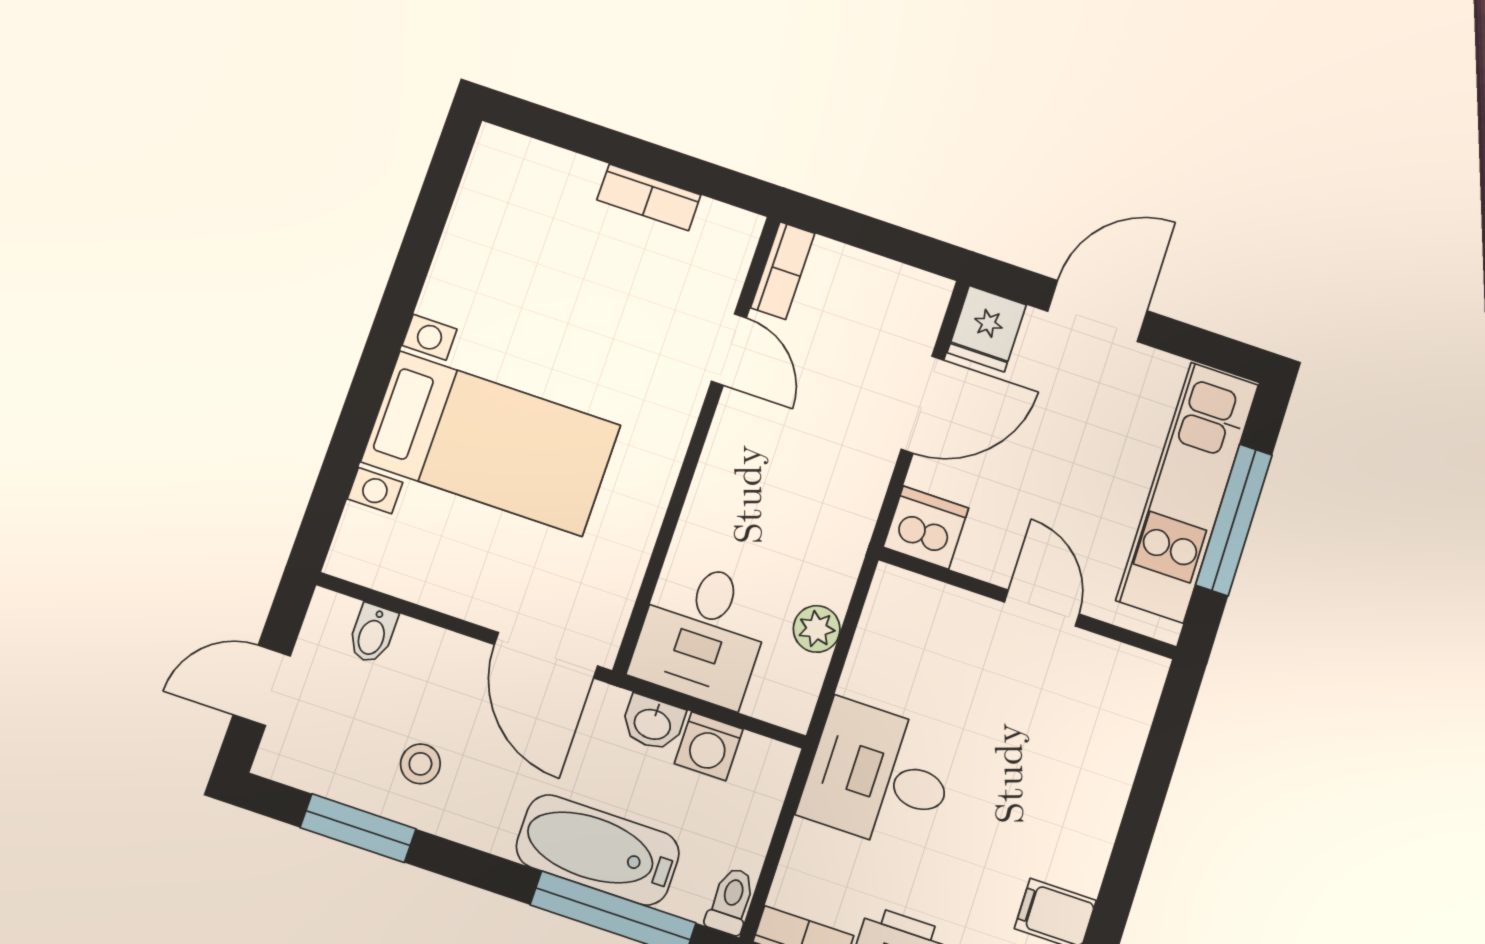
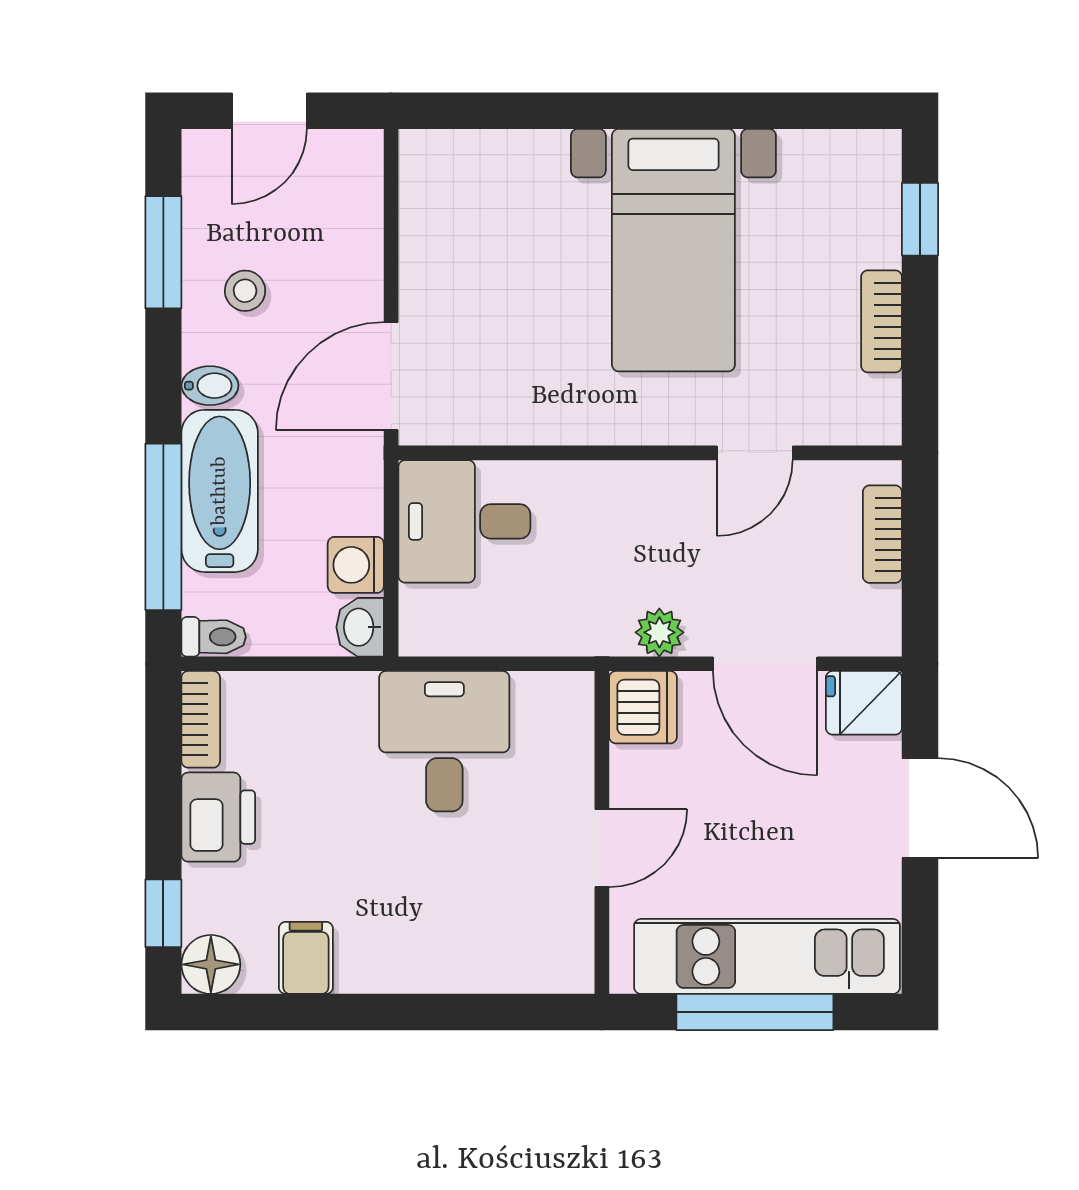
window: (569, 133) -> (920, 219), added
bookcase: (783, 270) -> (882, 534), moved, turned 90
bed with nightstands: (491, 443) -> (673, 250), moved
plant: (817, 629) -> (659, 632), moved
bidet: (373, 634) -> (210, 386), moved, turned 180
door: (262, 685) -> (269, 111), swing flipped
washbasin: (653, 723) -> (360, 627), moved
desk: (879, 776) -> (444, 741), moved

